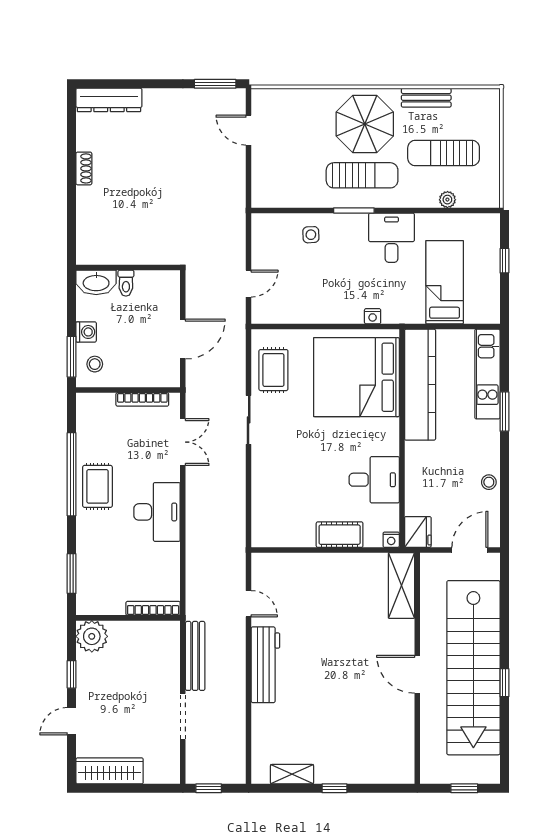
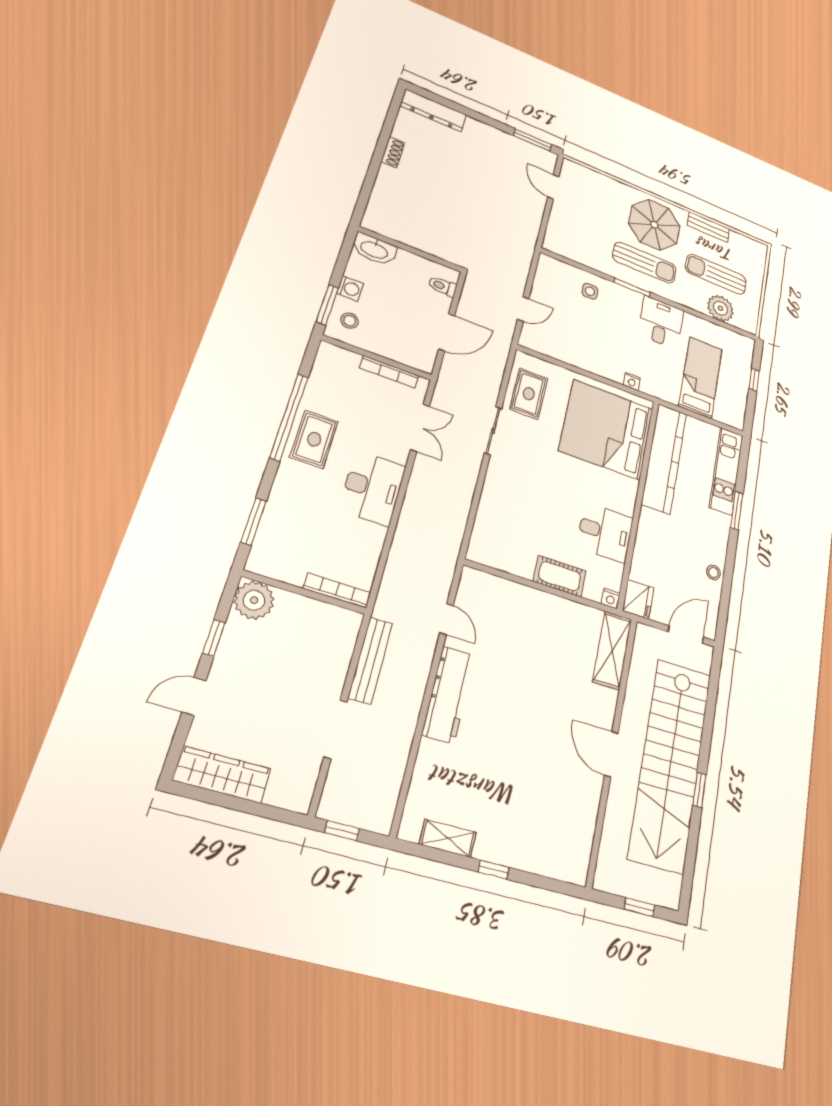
plant: (447, 200) -> (720, 308), width x1.87, depth x1.87
toilet: (126, 283) -> (443, 286), moved, turned 90

